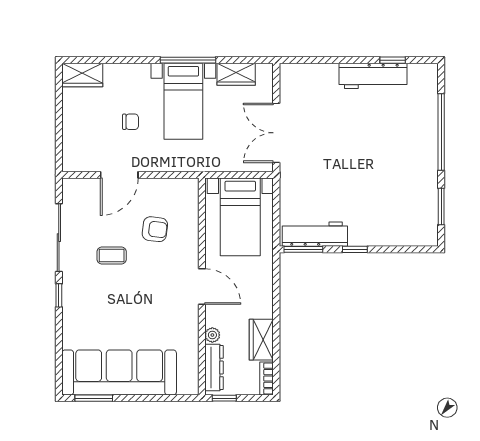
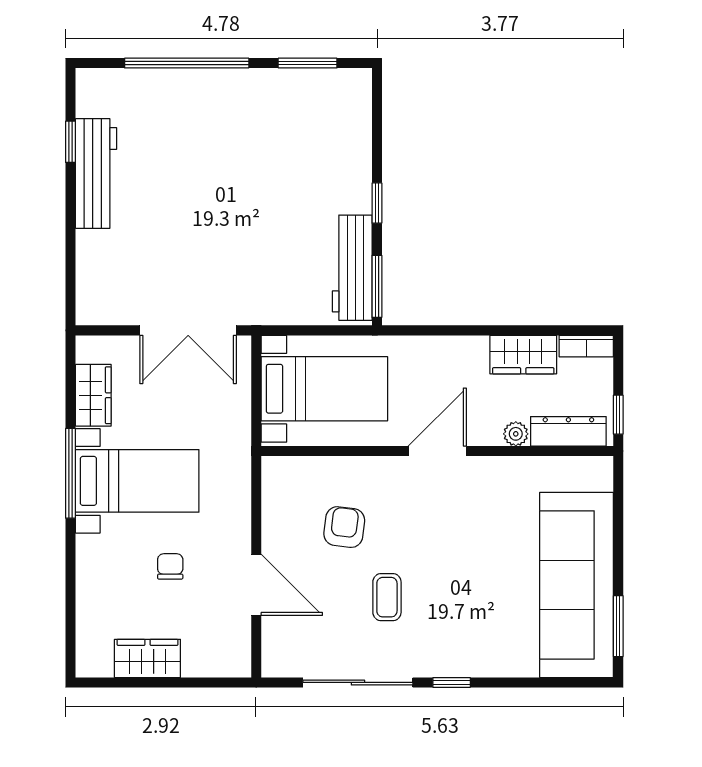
wardrobe: (82, 75) -> (147, 658), moved, turned -90

